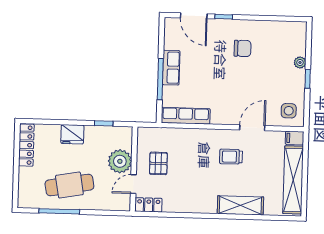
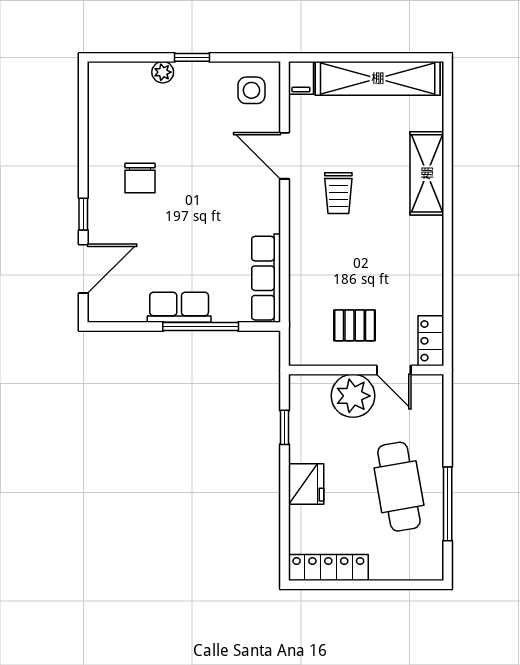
chair: (243, 48) -> (140, 178), turned 180

